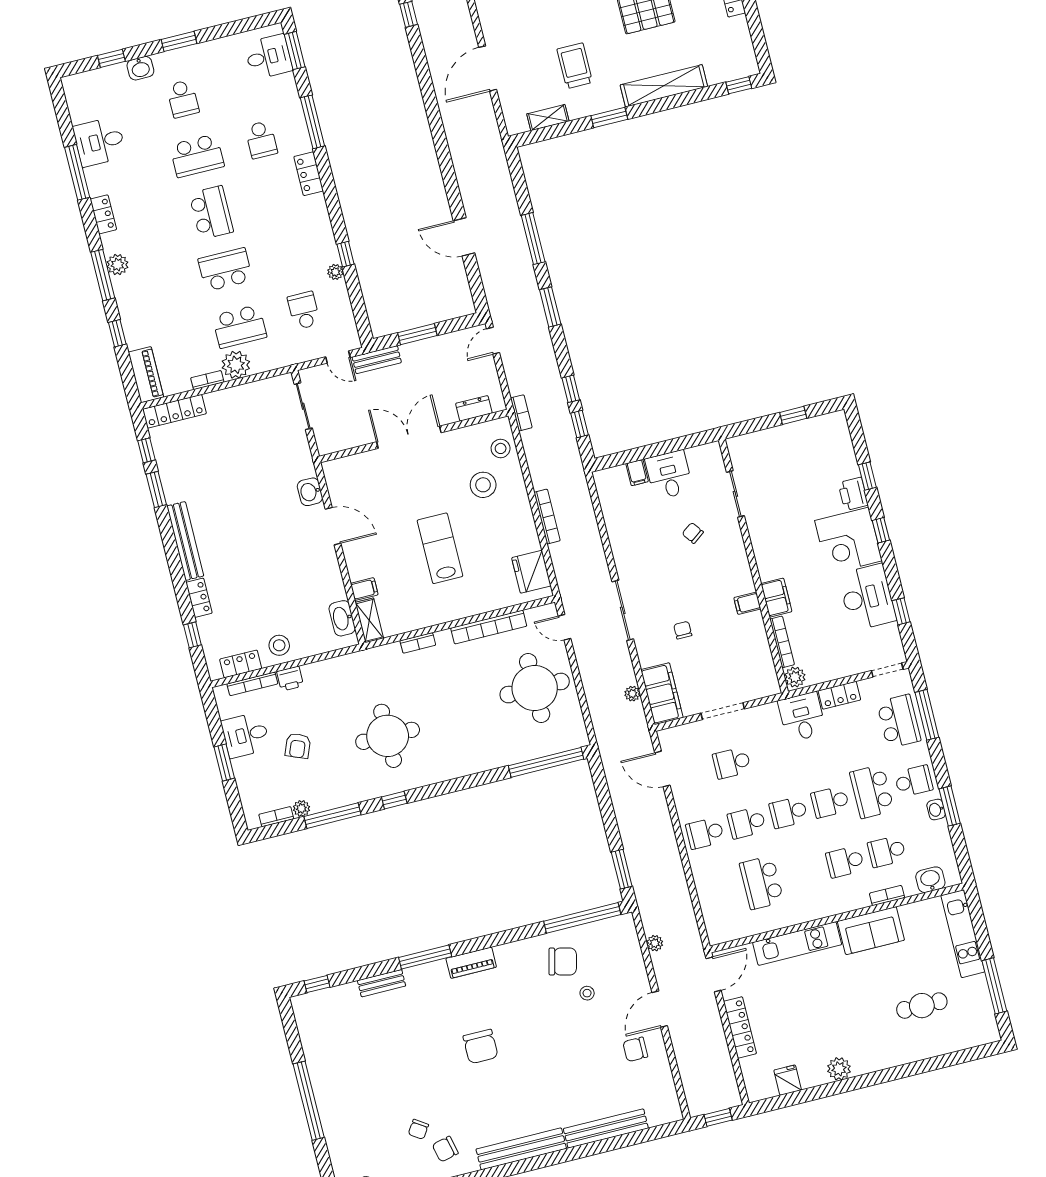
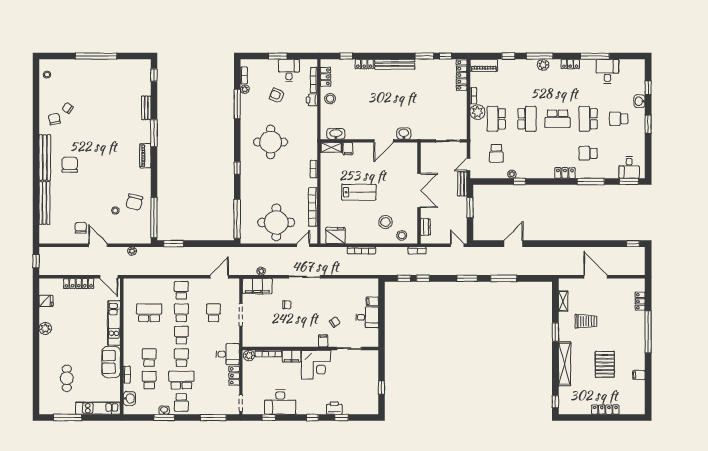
school desk: (304, 310) -> (496, 153), turned 90
corner desk: (848, 541) -> (316, 365), moved, turned 180
filing cabinet: (747, 603) -> (323, 341), moved
school desk: (899, 721) -> (213, 402), removed
window: (394, 800) -> (237, 168), moved
chair: (481, 1046) -> (70, 165), moved, turned 90

